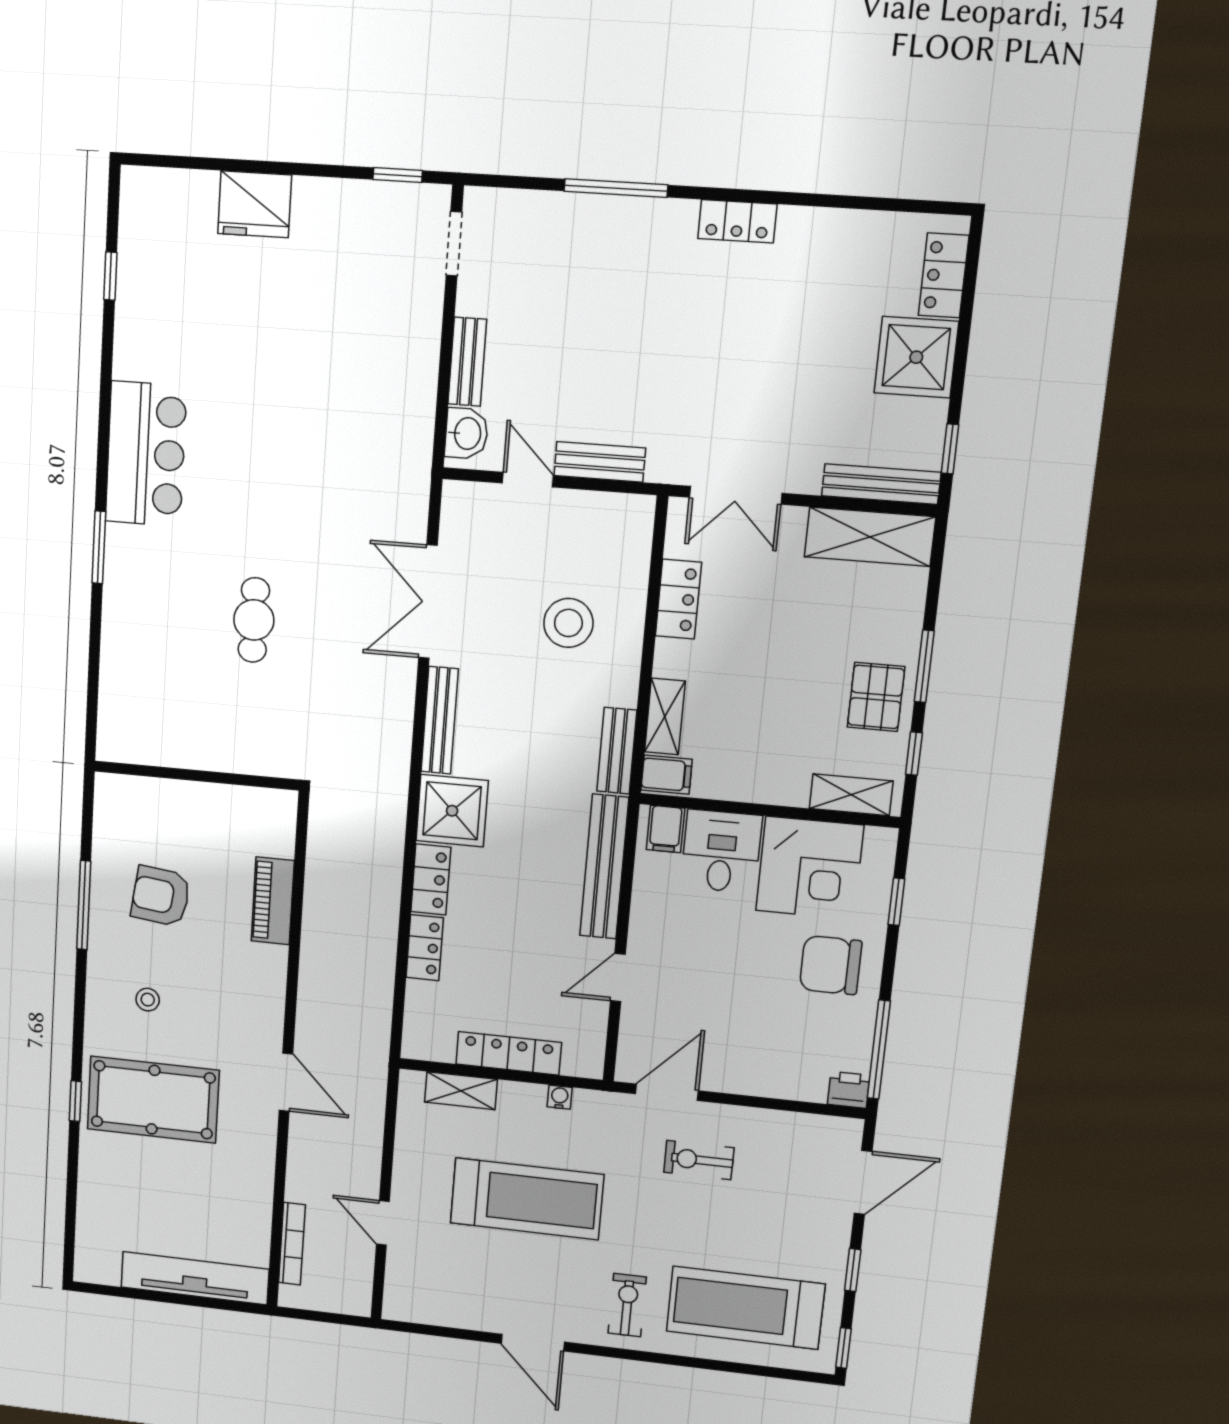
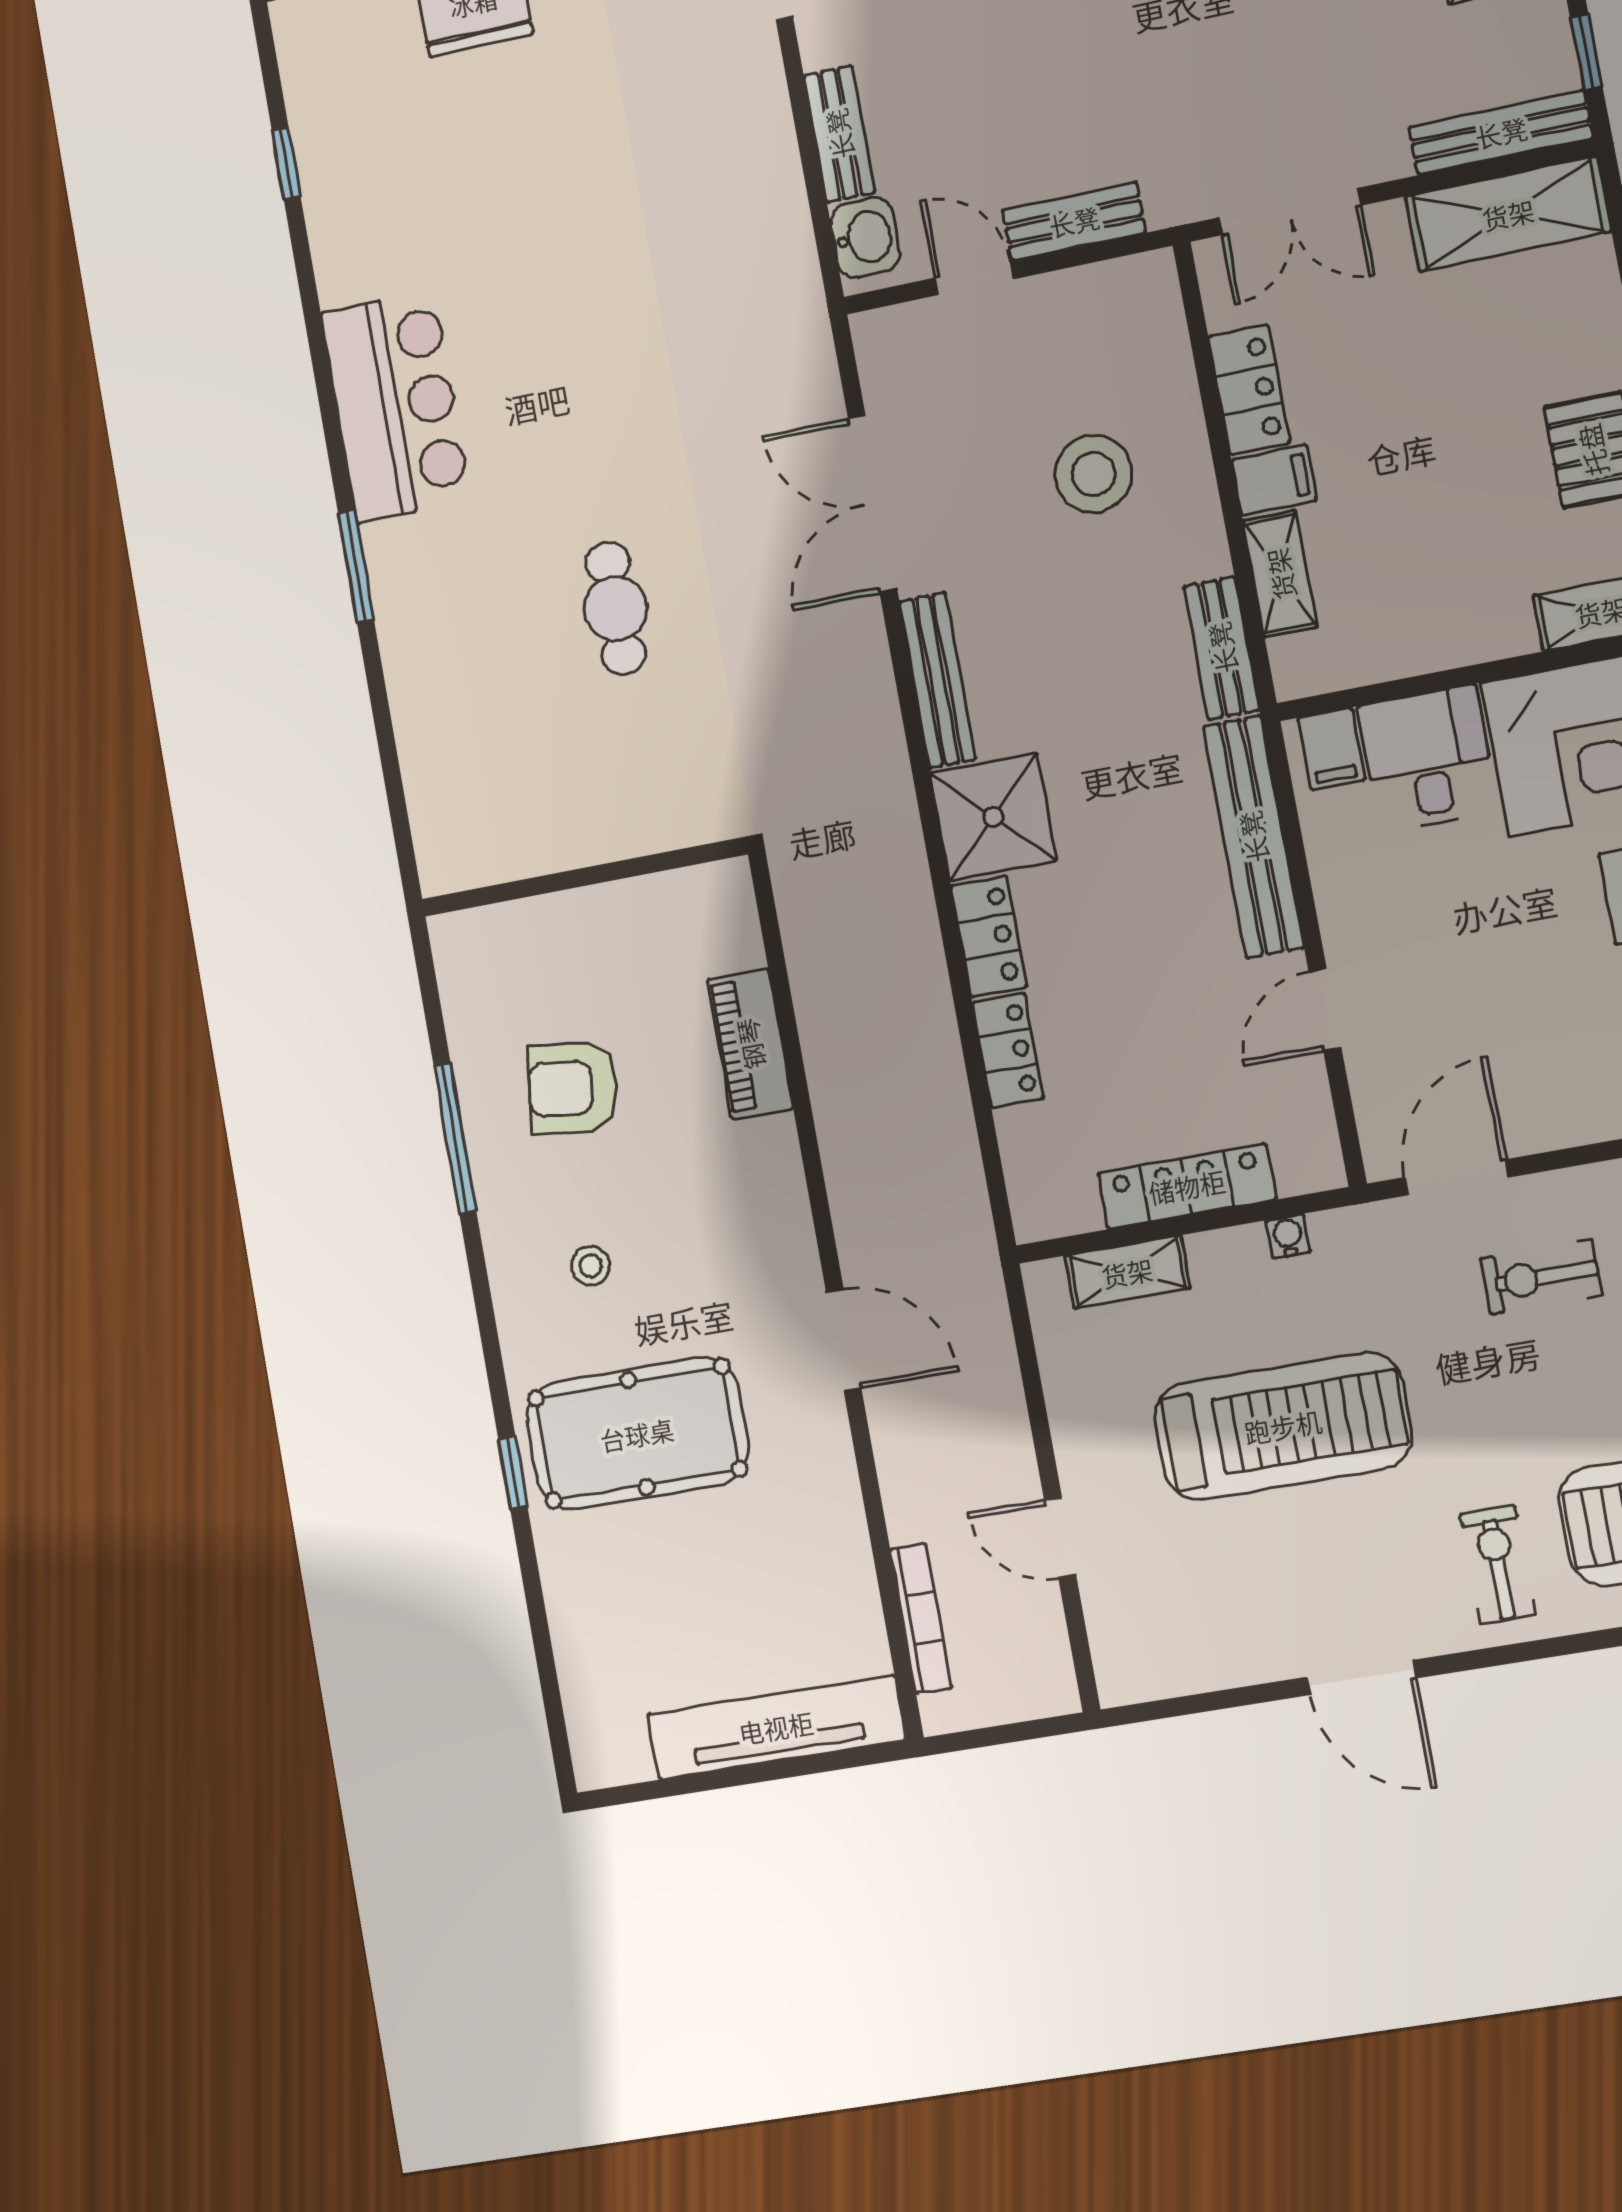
filing cabinet: (667, 775) -> (1274, 480), moved

